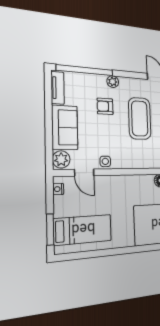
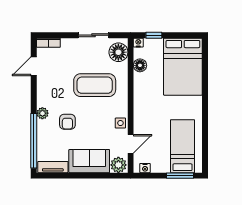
coffee table: (140, 118) -> (95, 85), moved

